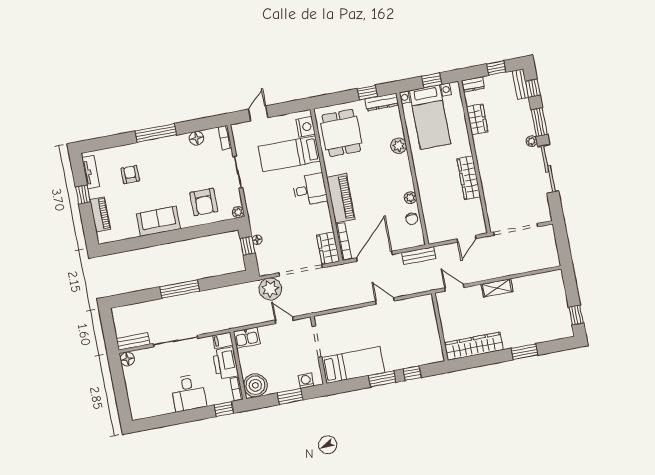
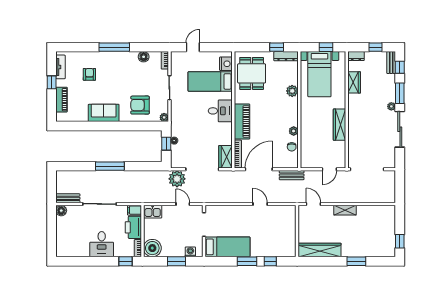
armchair: (204, 202) -> (140, 105), turned 90

